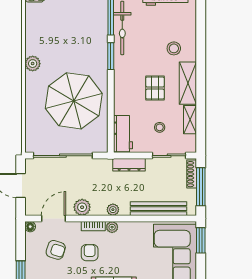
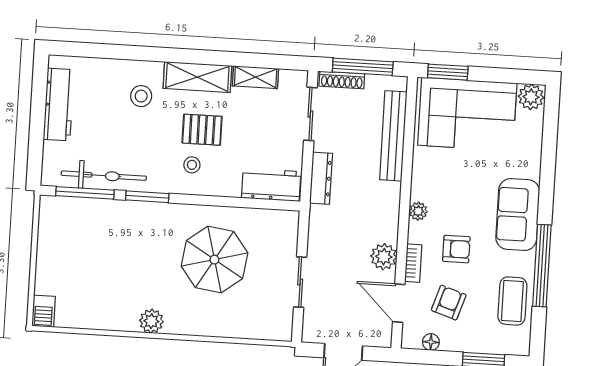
parasol: (74, 101) -> (214, 260), width x0.73, depth x0.73
stool: (160, 127) -> (192, 165), moved
sliding door: (63, 156) -> (300, 282), width x0.54
plant: (113, 210) -> (391, 208), removed
bookcase: (93, 226) -> (413, 263), moved
floor lamp: (30, 227) -> (431, 342), moved
armchair: (90, 253) -> (456, 249), turned 180

